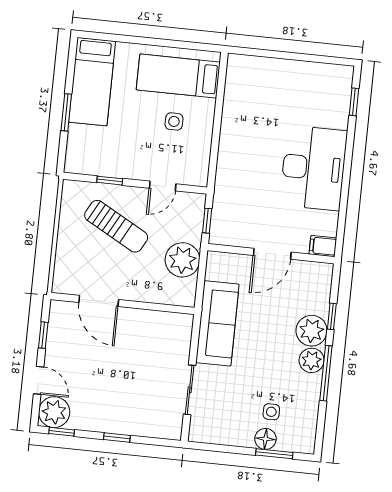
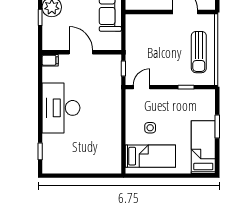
door: (163, 186) -> (142, 87), moved
sun lounger: (116, 226) -> (199, 52), moved, turned -119
door: (272, 254) -> (81, 52), hinge flipped
plant: (182, 260) -> (136, 43), removed

